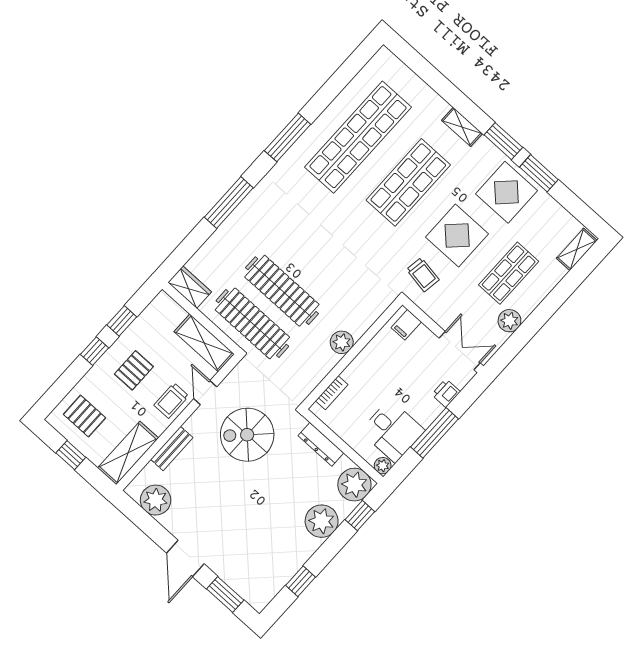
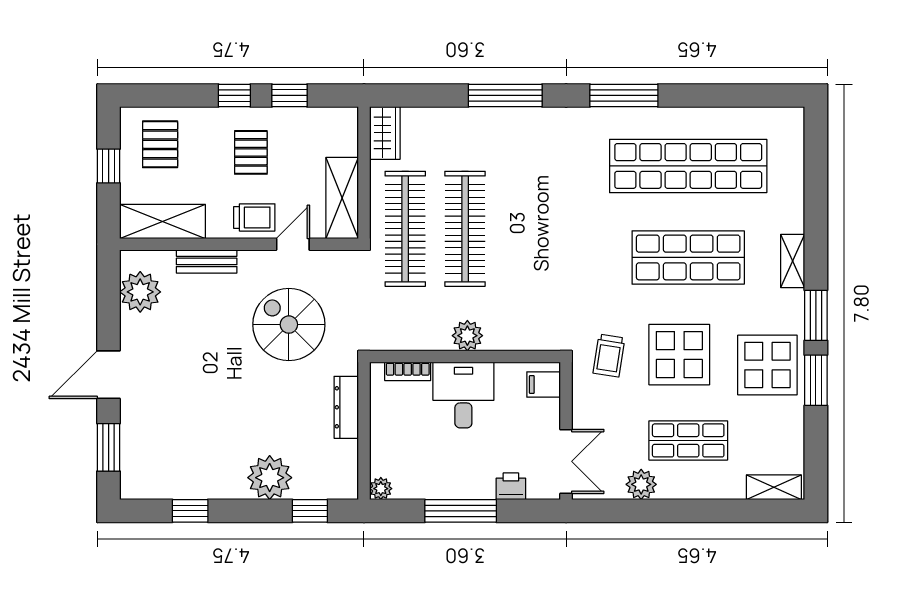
pallet: (134, 370) -> (251, 152), turned 90
trolley: (171, 401) -> (254, 217), turned 180
desk: (392, 431) -> (463, 395), moved, turned 180
plant: (354, 485) -> (336, 477), removed

